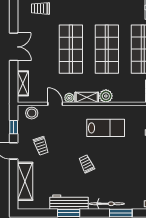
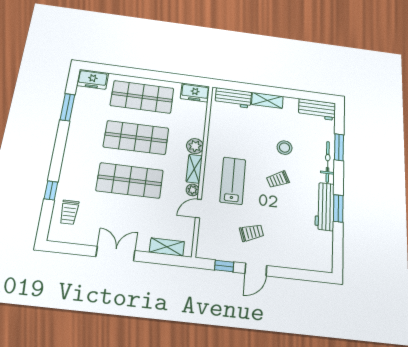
stool: (32, 113) -> (285, 148), moved
lab bench: (106, 128) -> (233, 181), moved
shelving: (25, 181) -> (297, 259), removed

